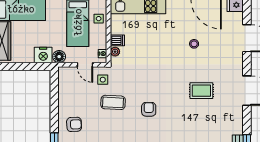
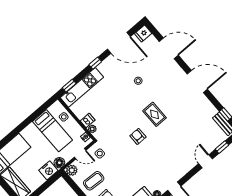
plant: (64, 73) -> (72, 170), added
rug: (201, 91) -> (155, 114), moved, turned 90
coffee table: (113, 102) -> (94, 181), moved
armchair: (149, 109) -> (138, 136), moved

